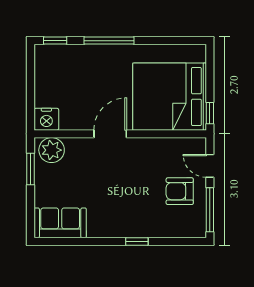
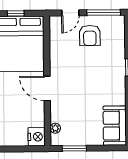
window: (210, 113) -> (16, 13), moved
plant: (52, 150) -> (55, 128), width x0.53, depth x0.53

